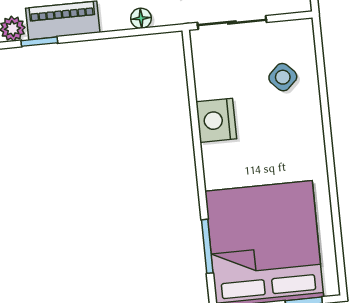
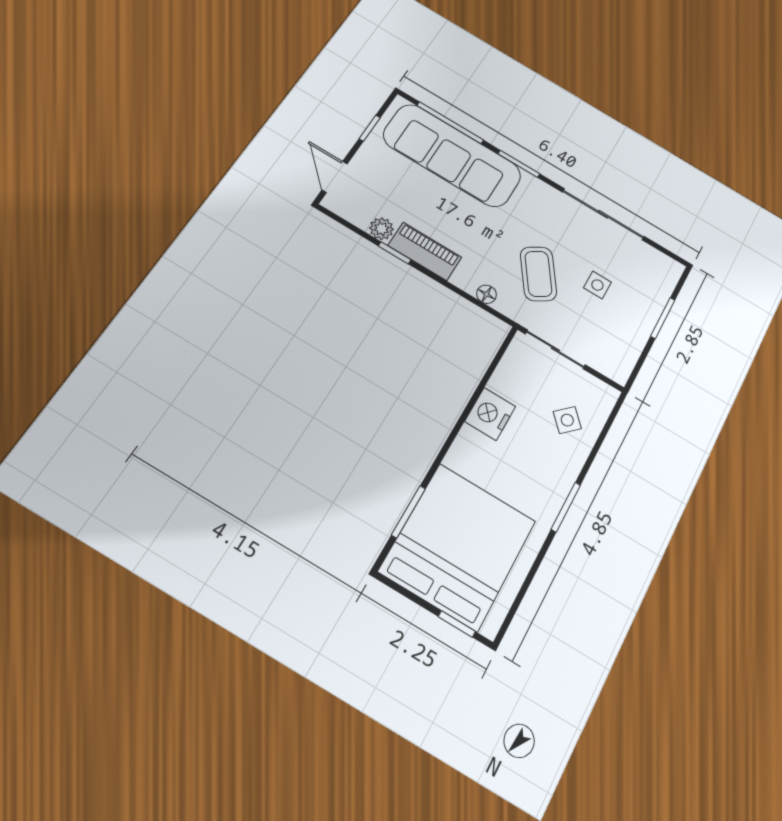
window: (329, 151) -> (566, 507), added

